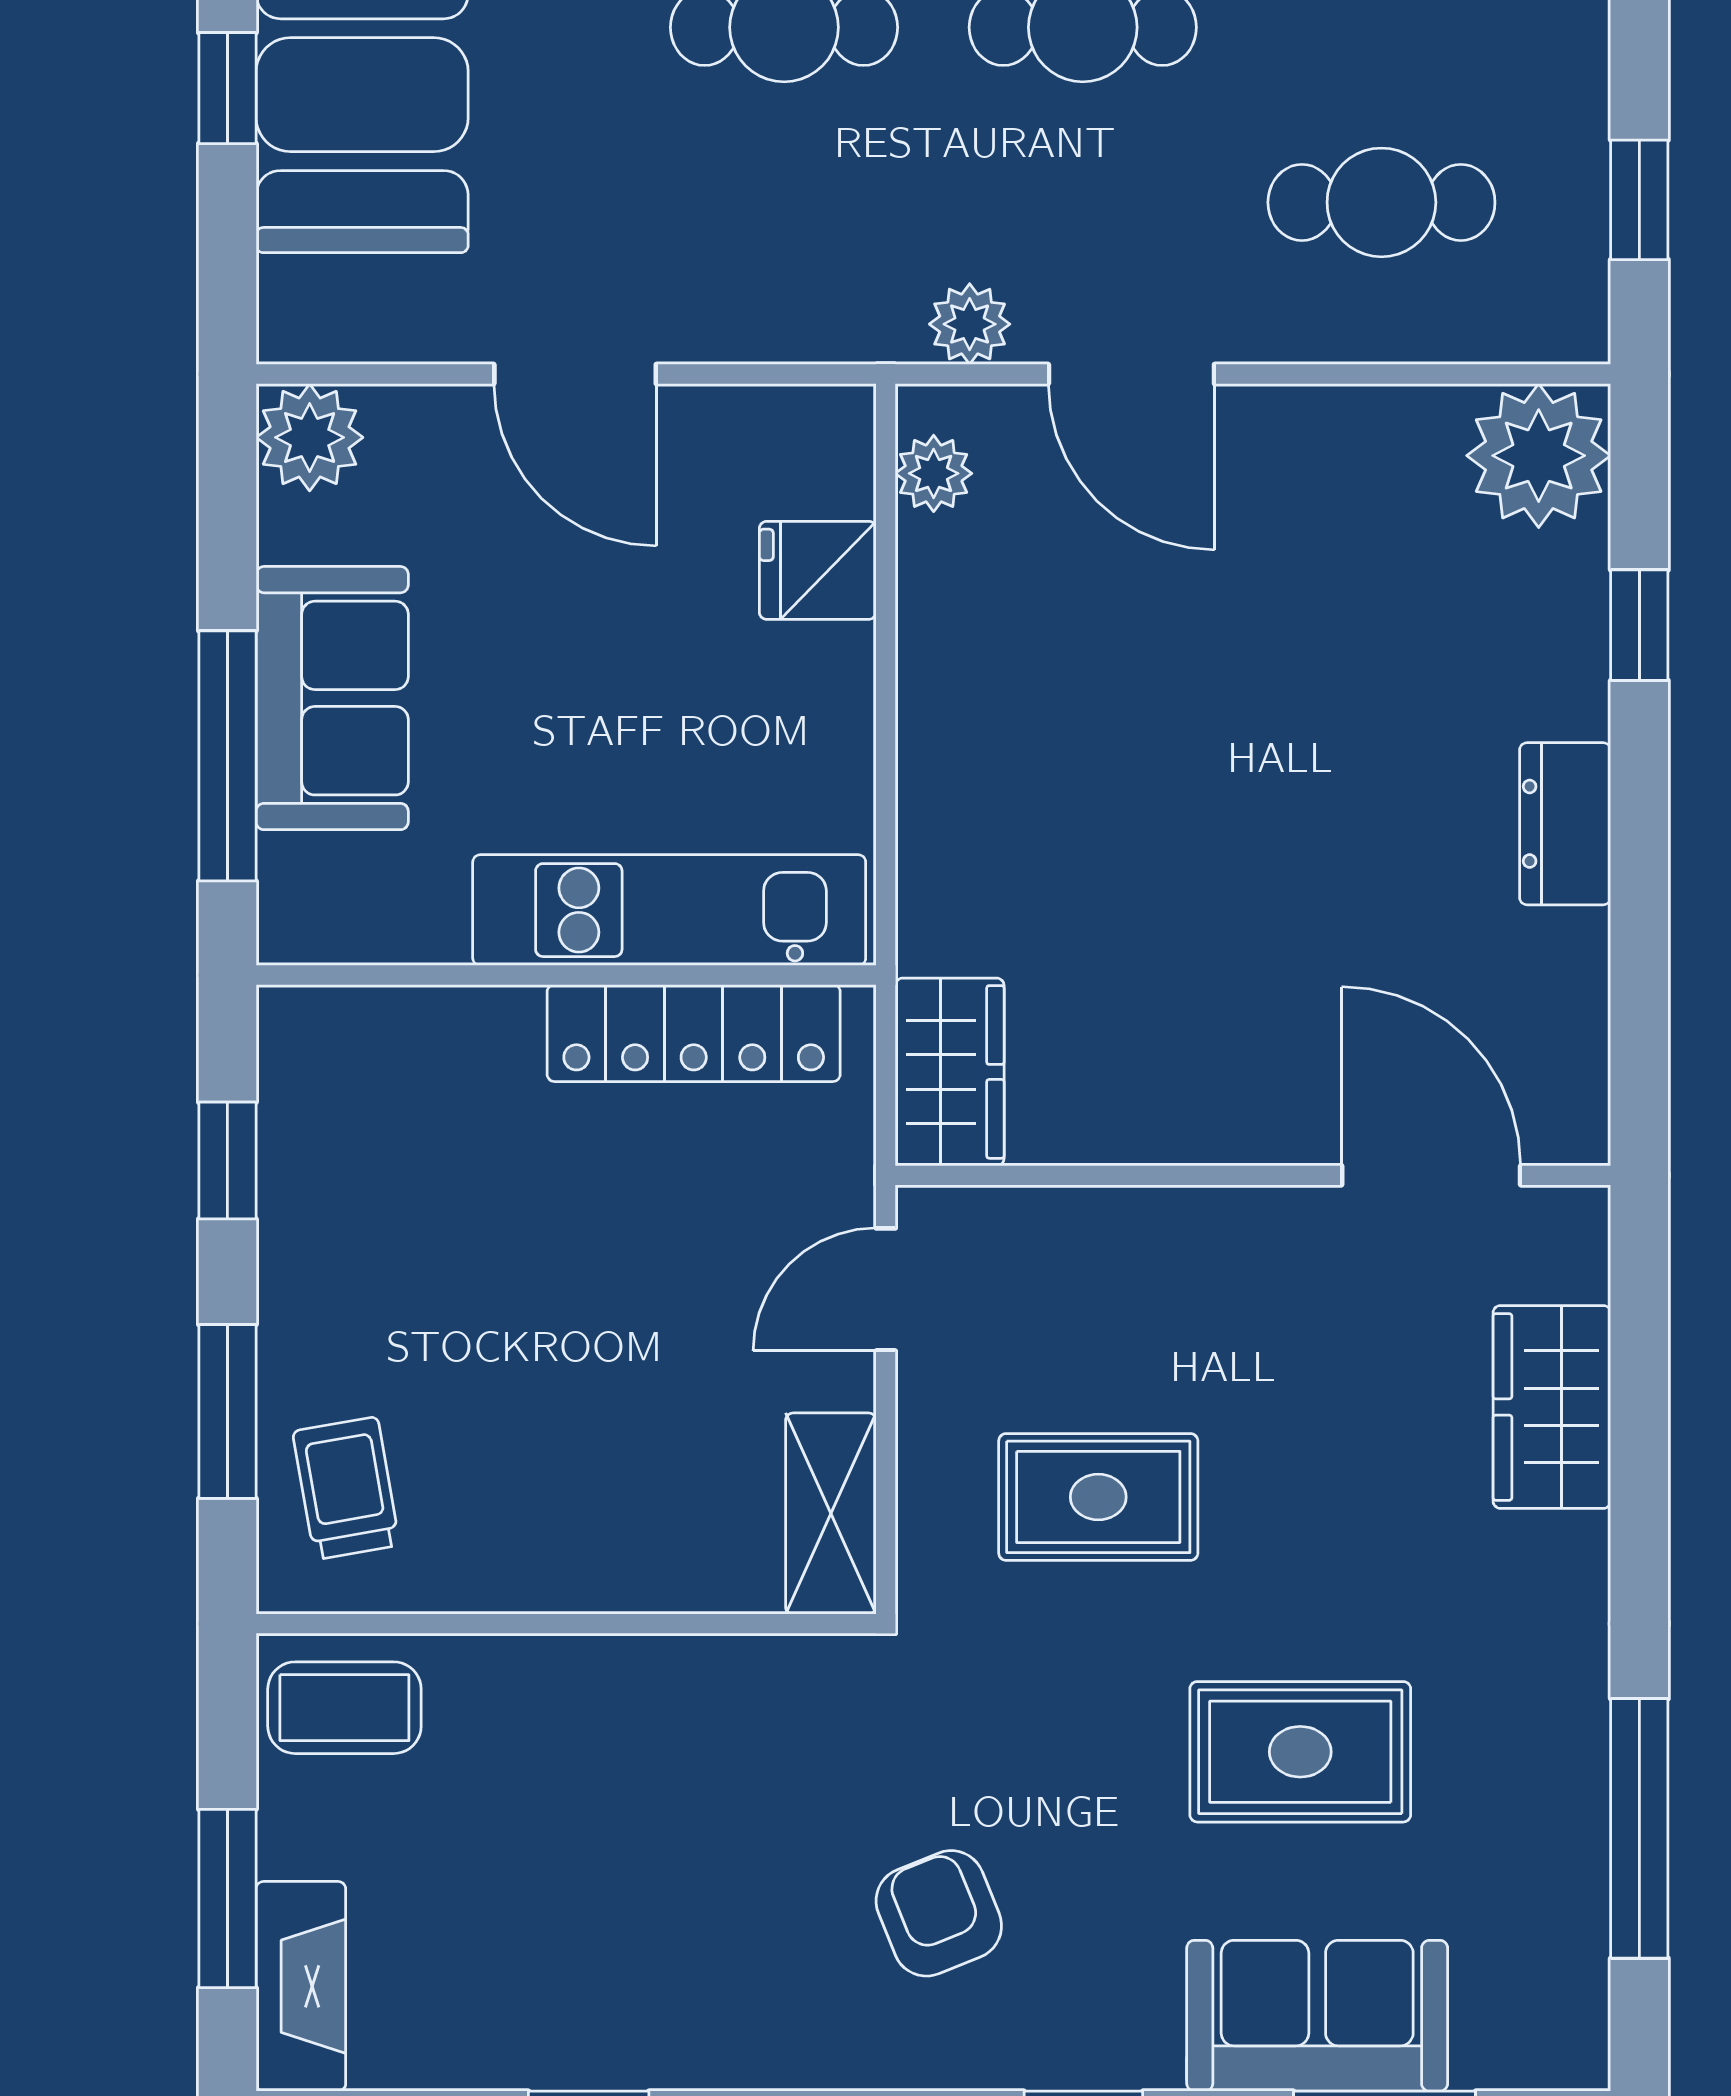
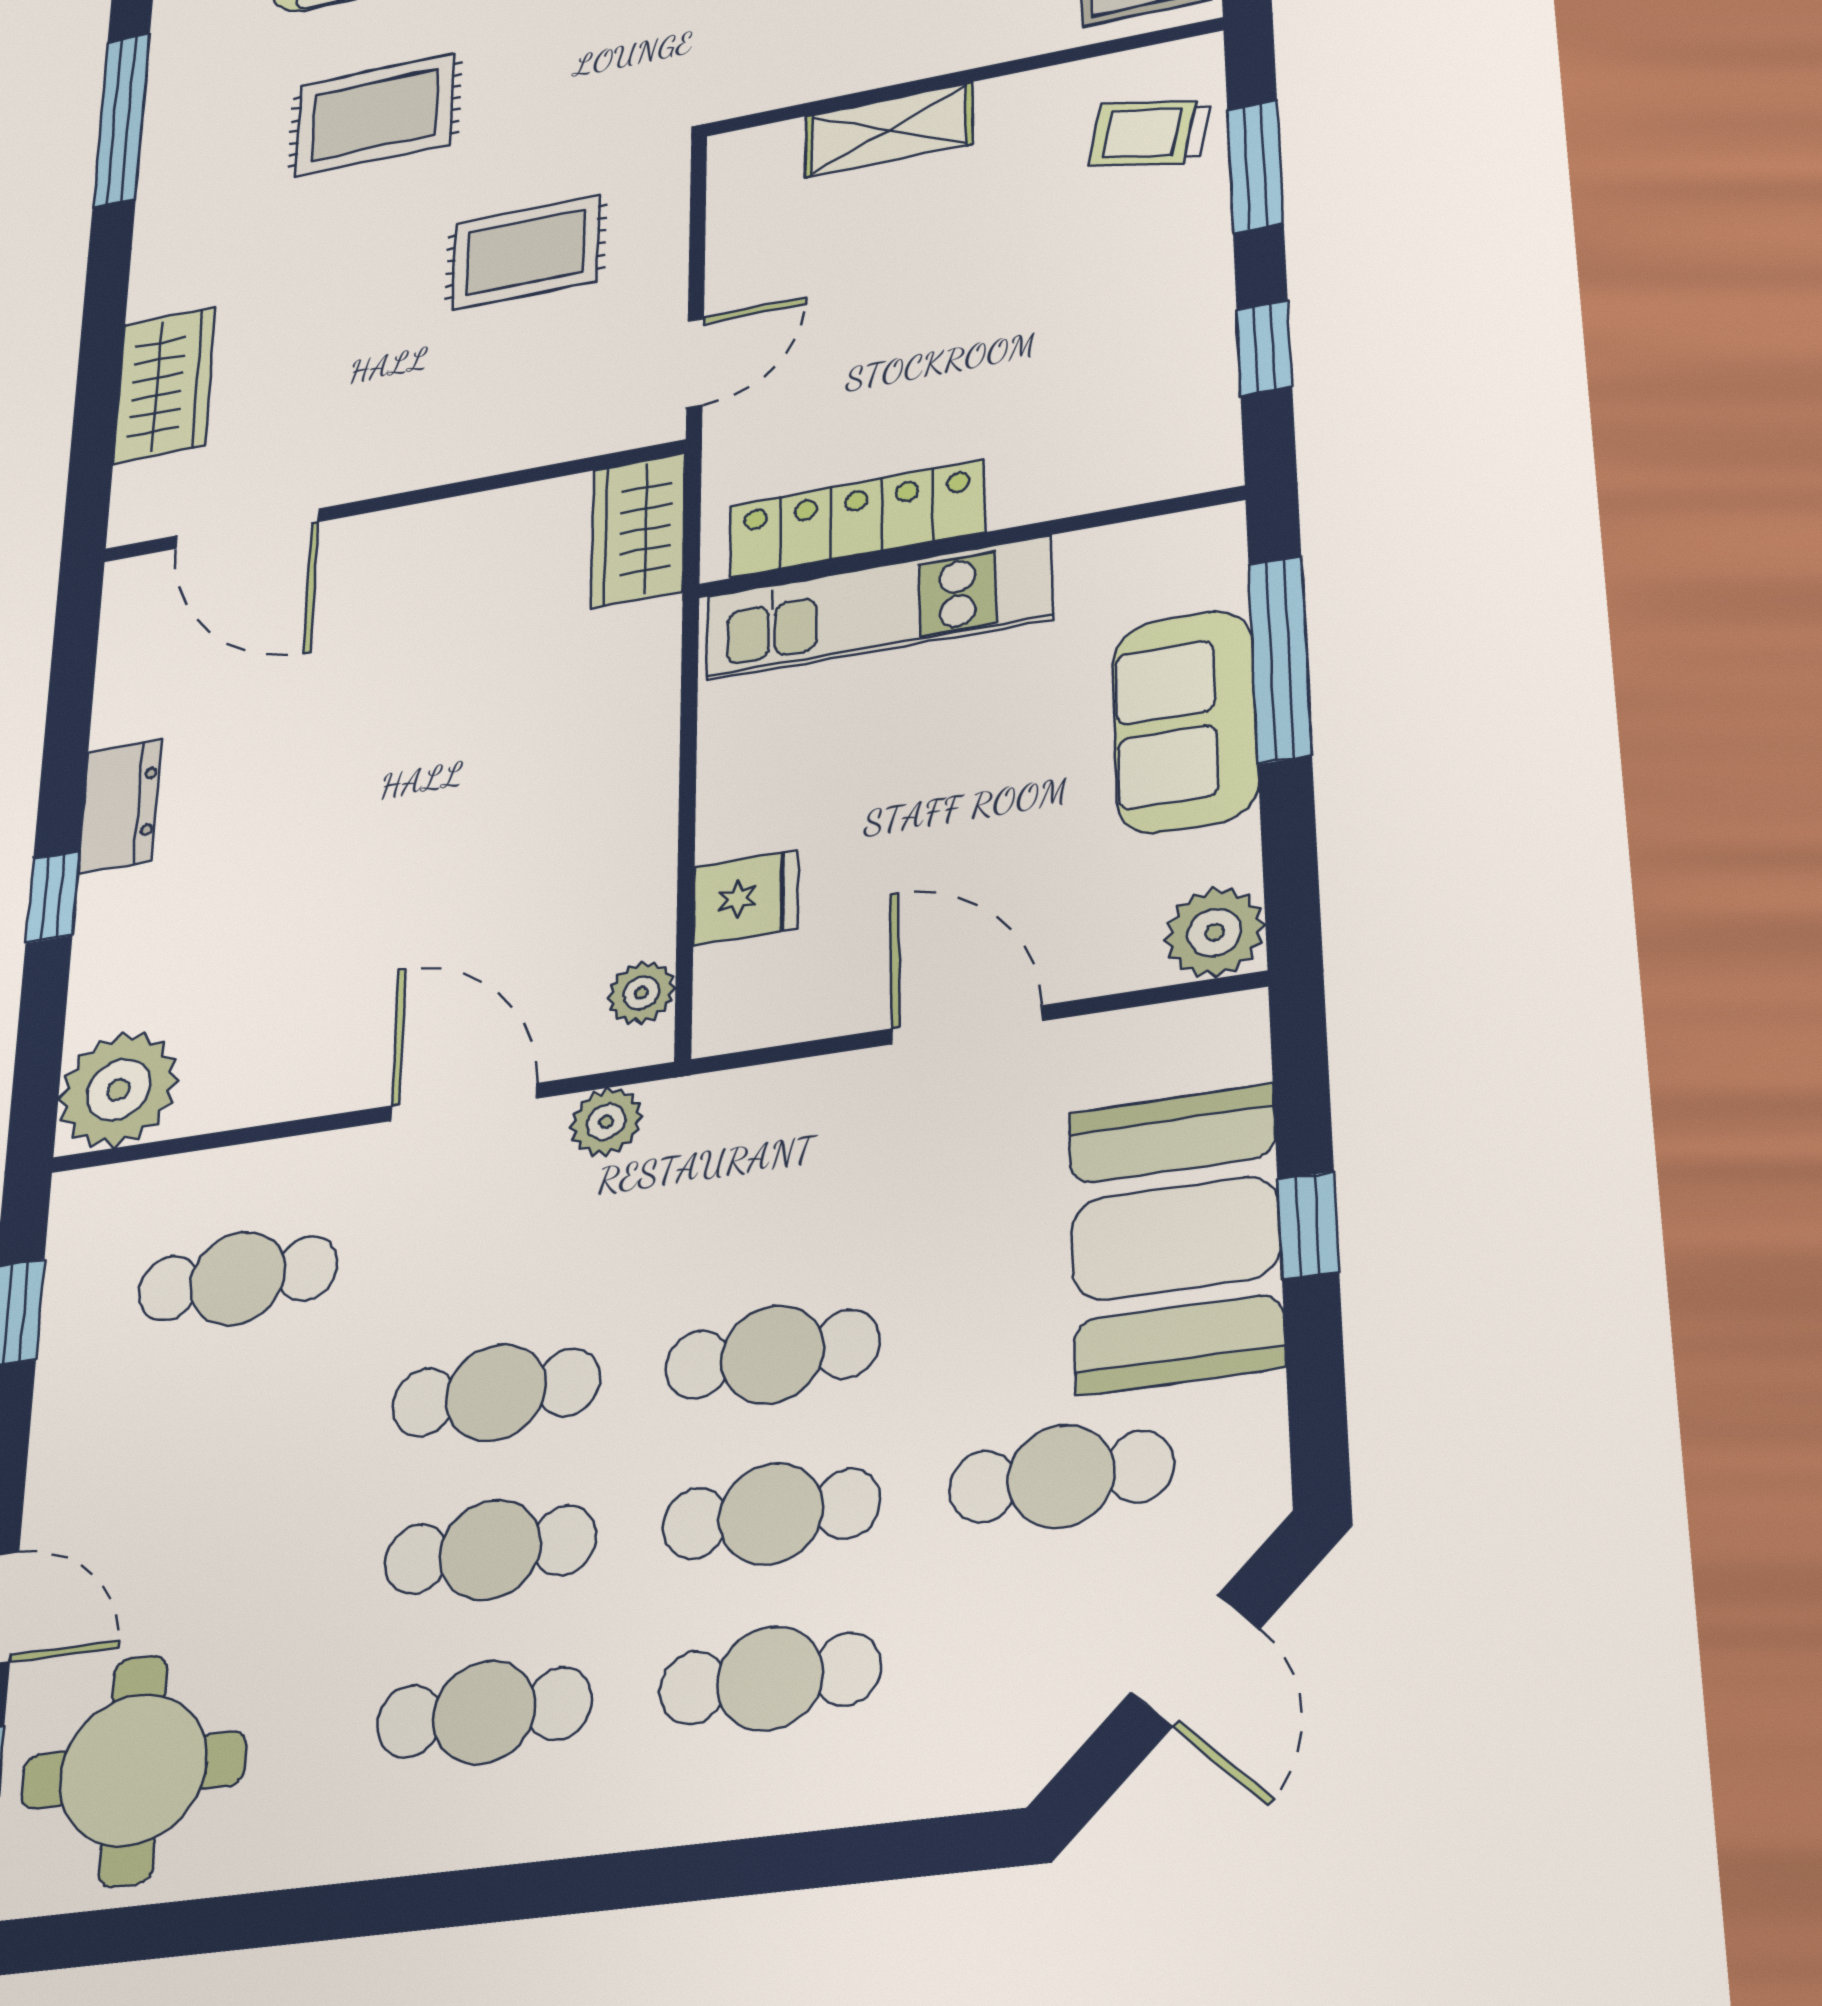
window: (1639, 625) -> (53, 897), moved
trolley: (346, 1488) -> (1150, 133), turned 112
shelving: (831, 1514) -> (889, 130), moved, turned 90

